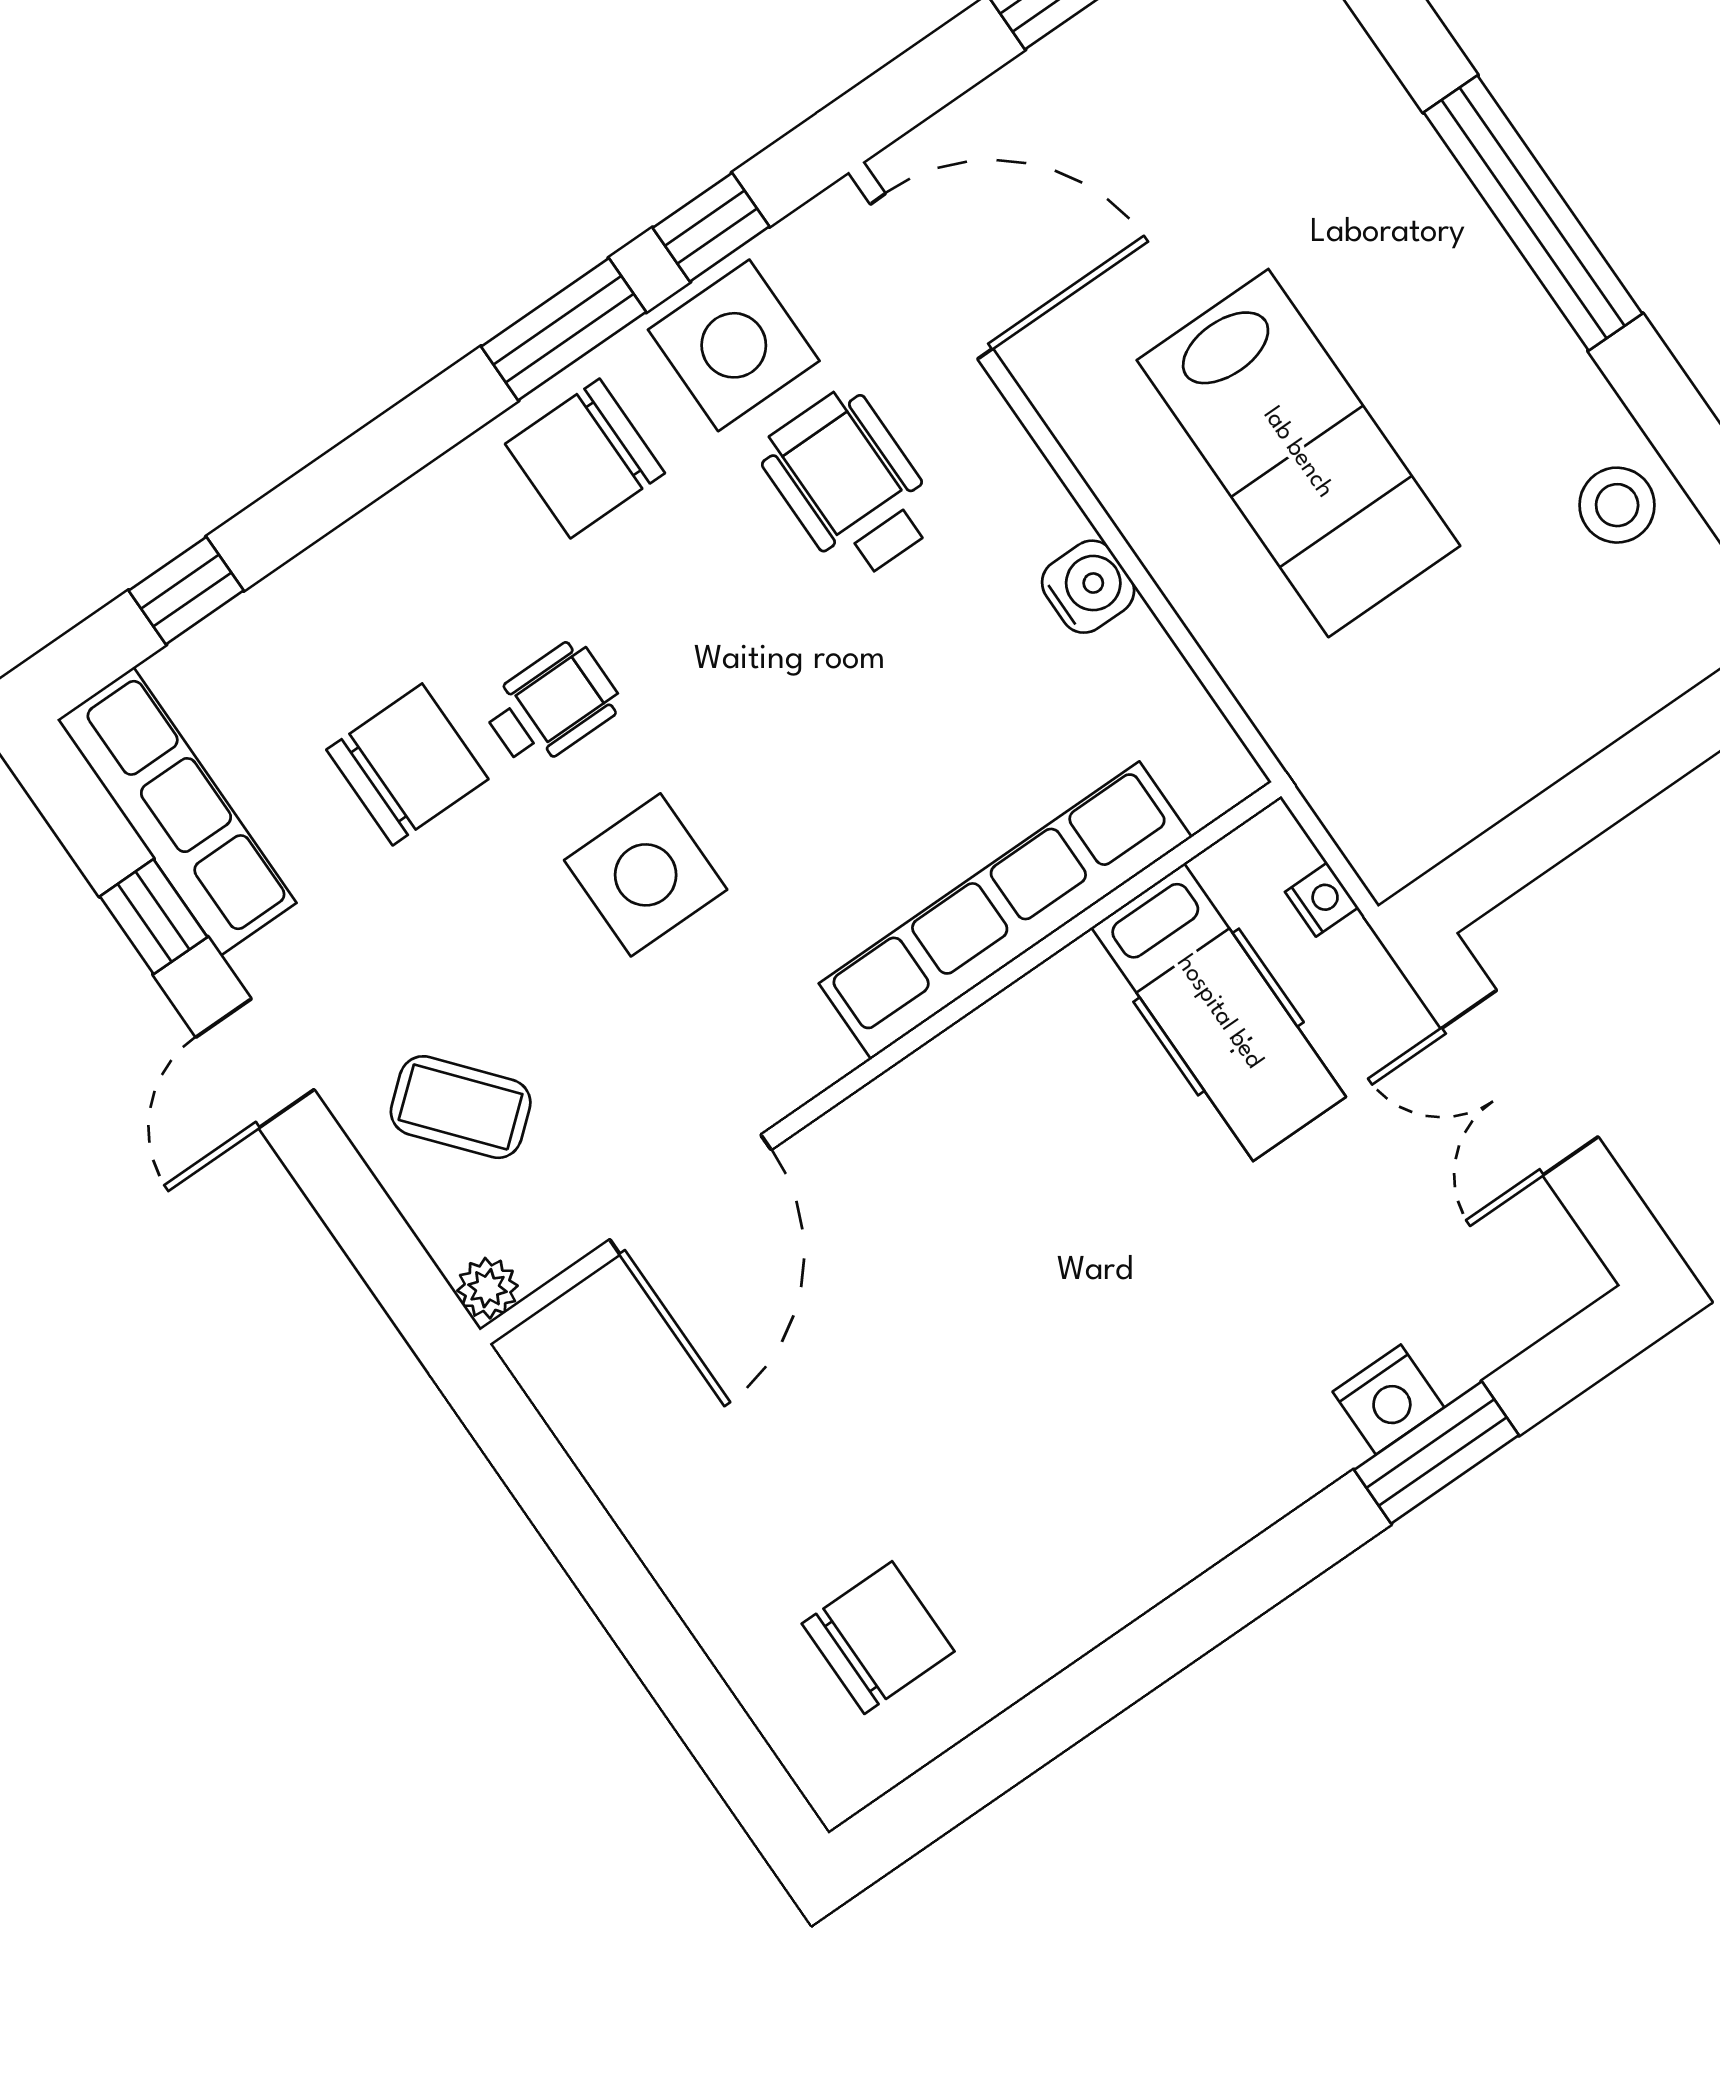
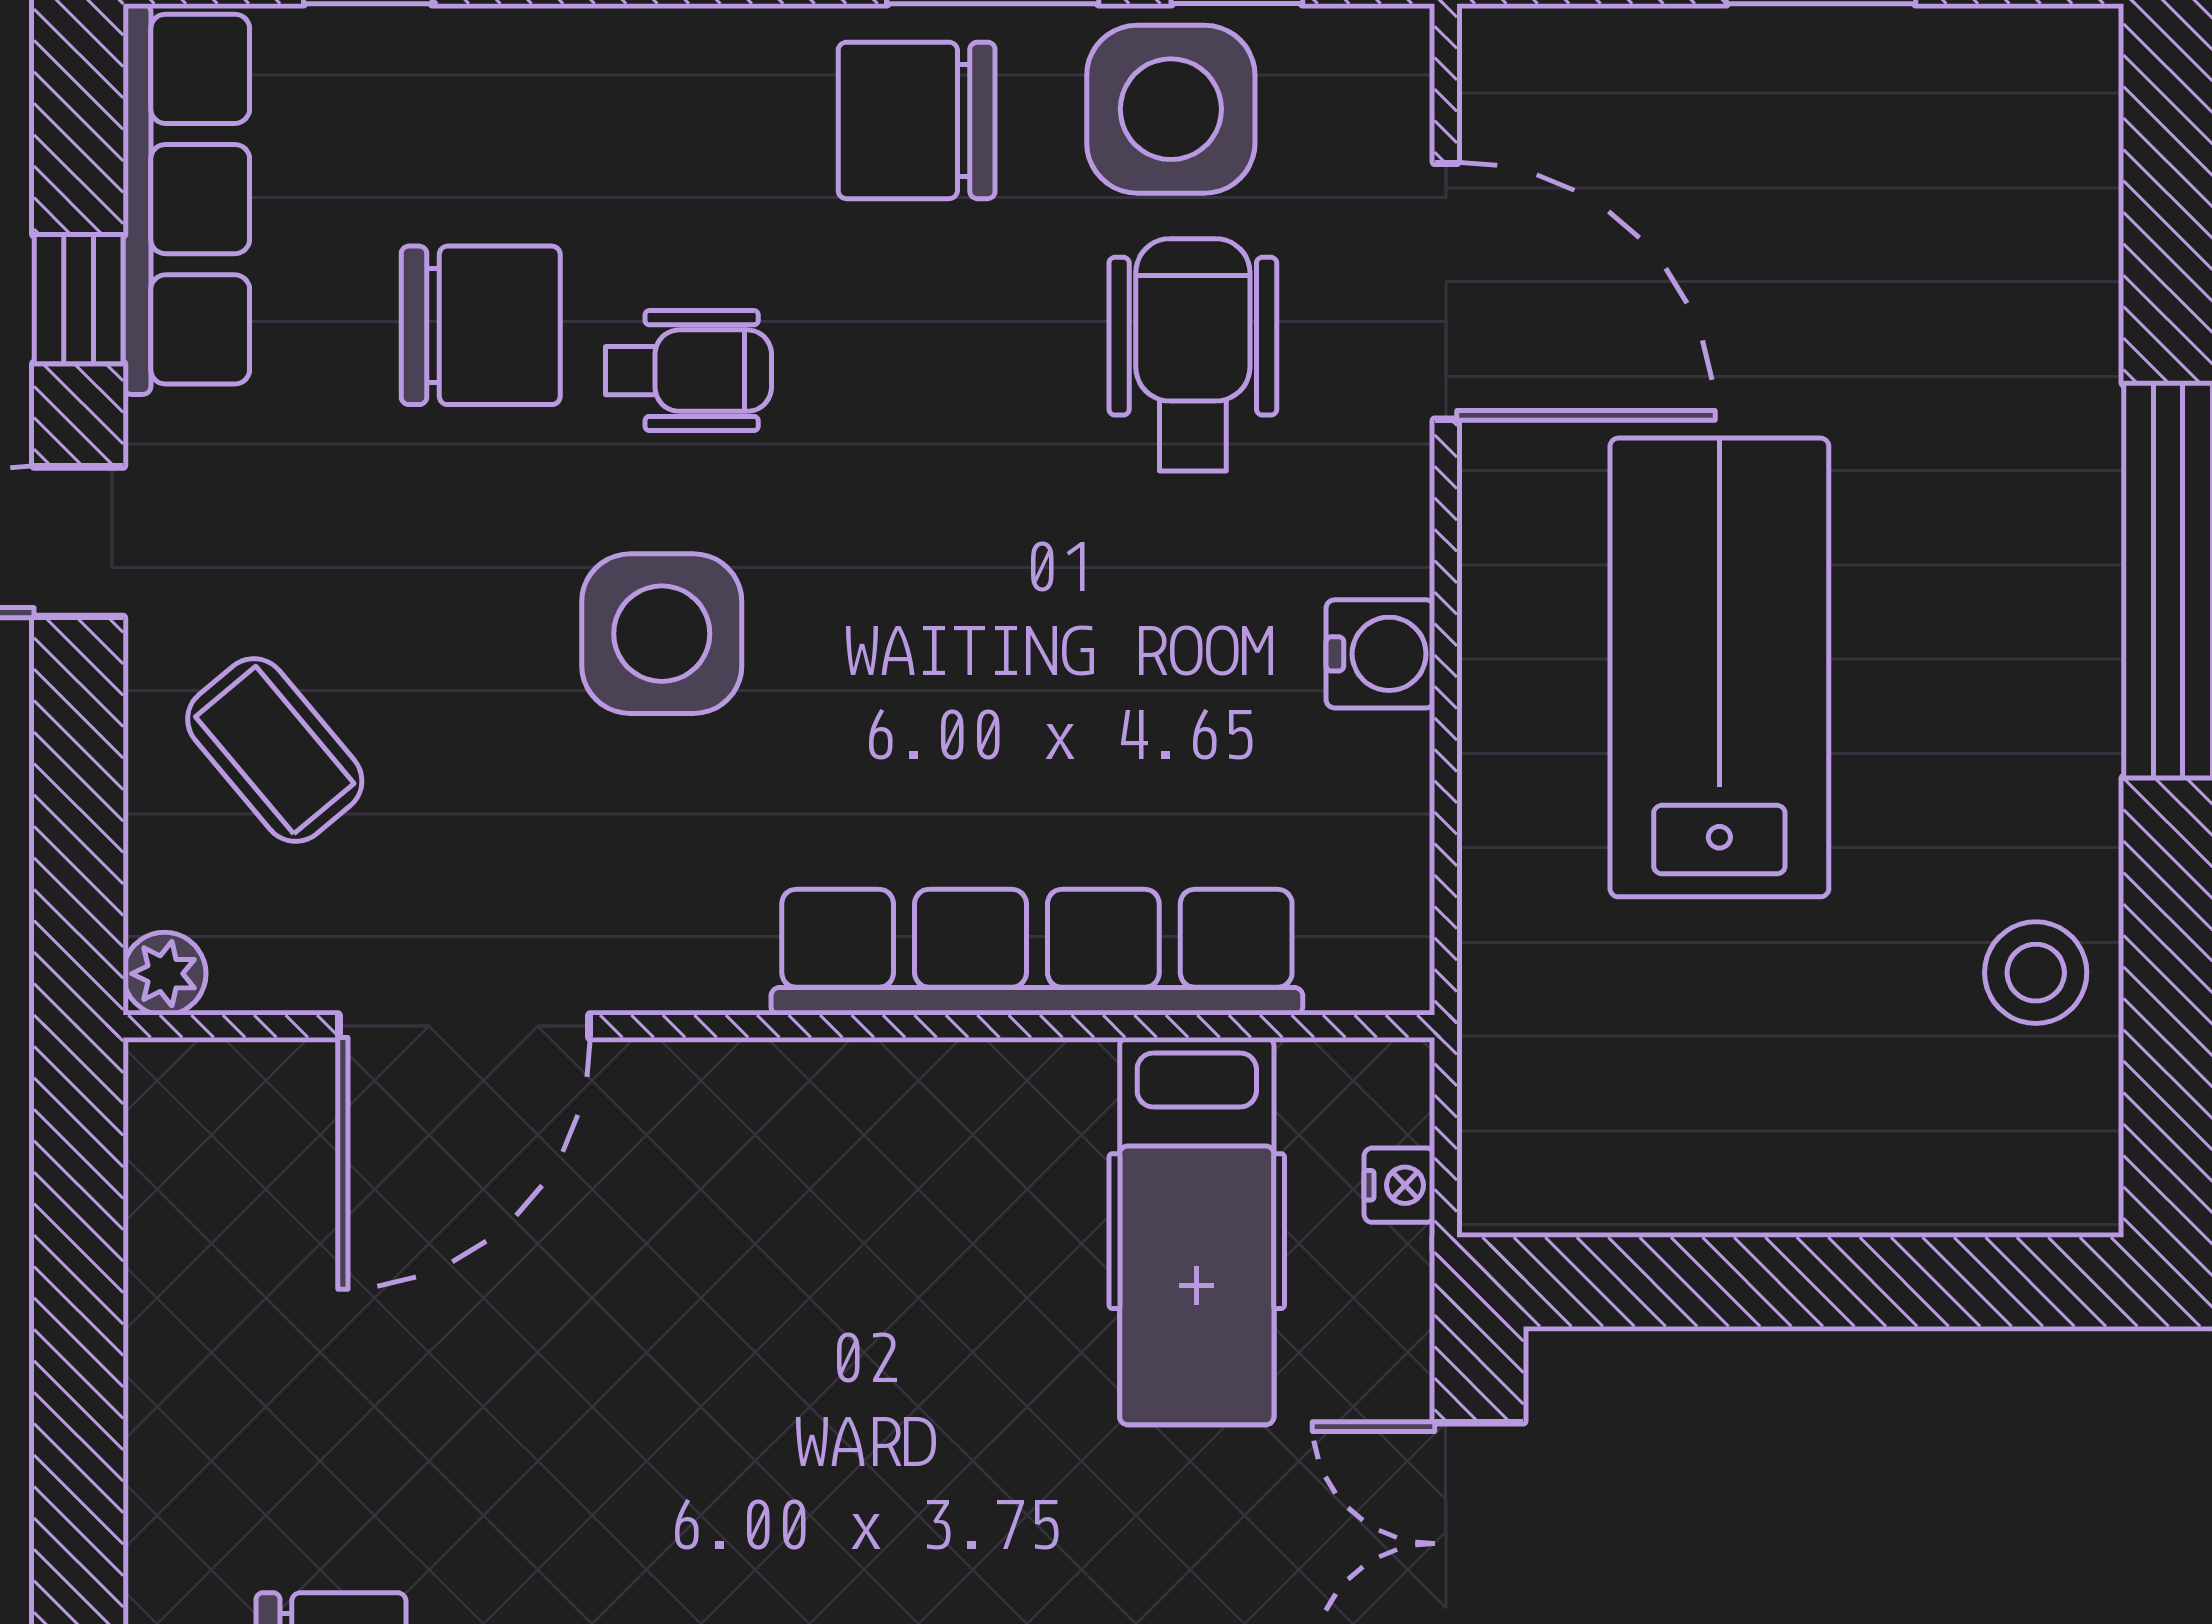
door: (931, 276) -> (1446, 291), moved
lab bench: (1298, 453) -> (1719, 667), turned 180

